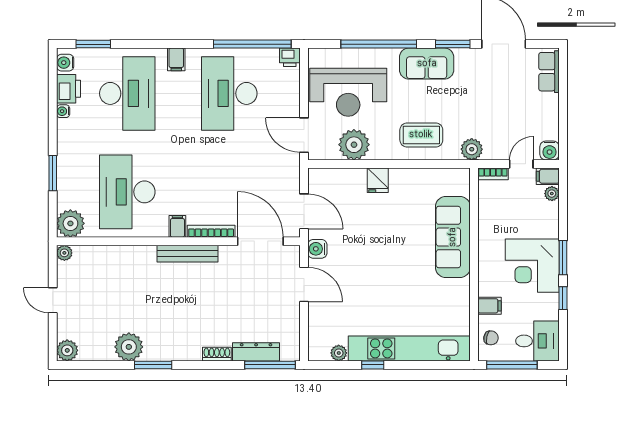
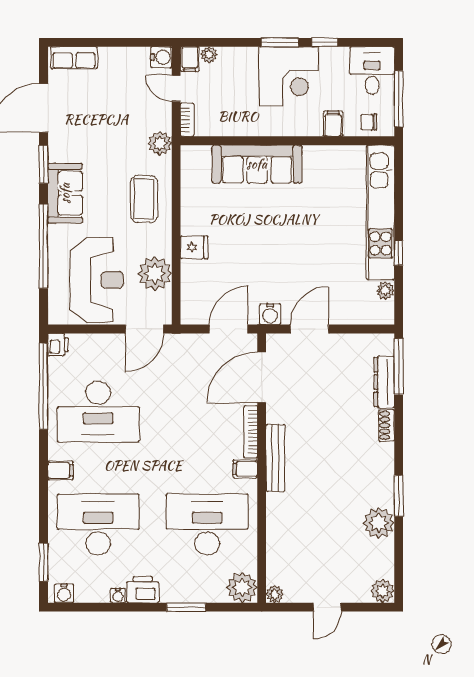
printer: (68, 89) -> (143, 590), moved
desk: (127, 192) -> (207, 524), turned 180
chair: (491, 338) -> (369, 122), turned -101

